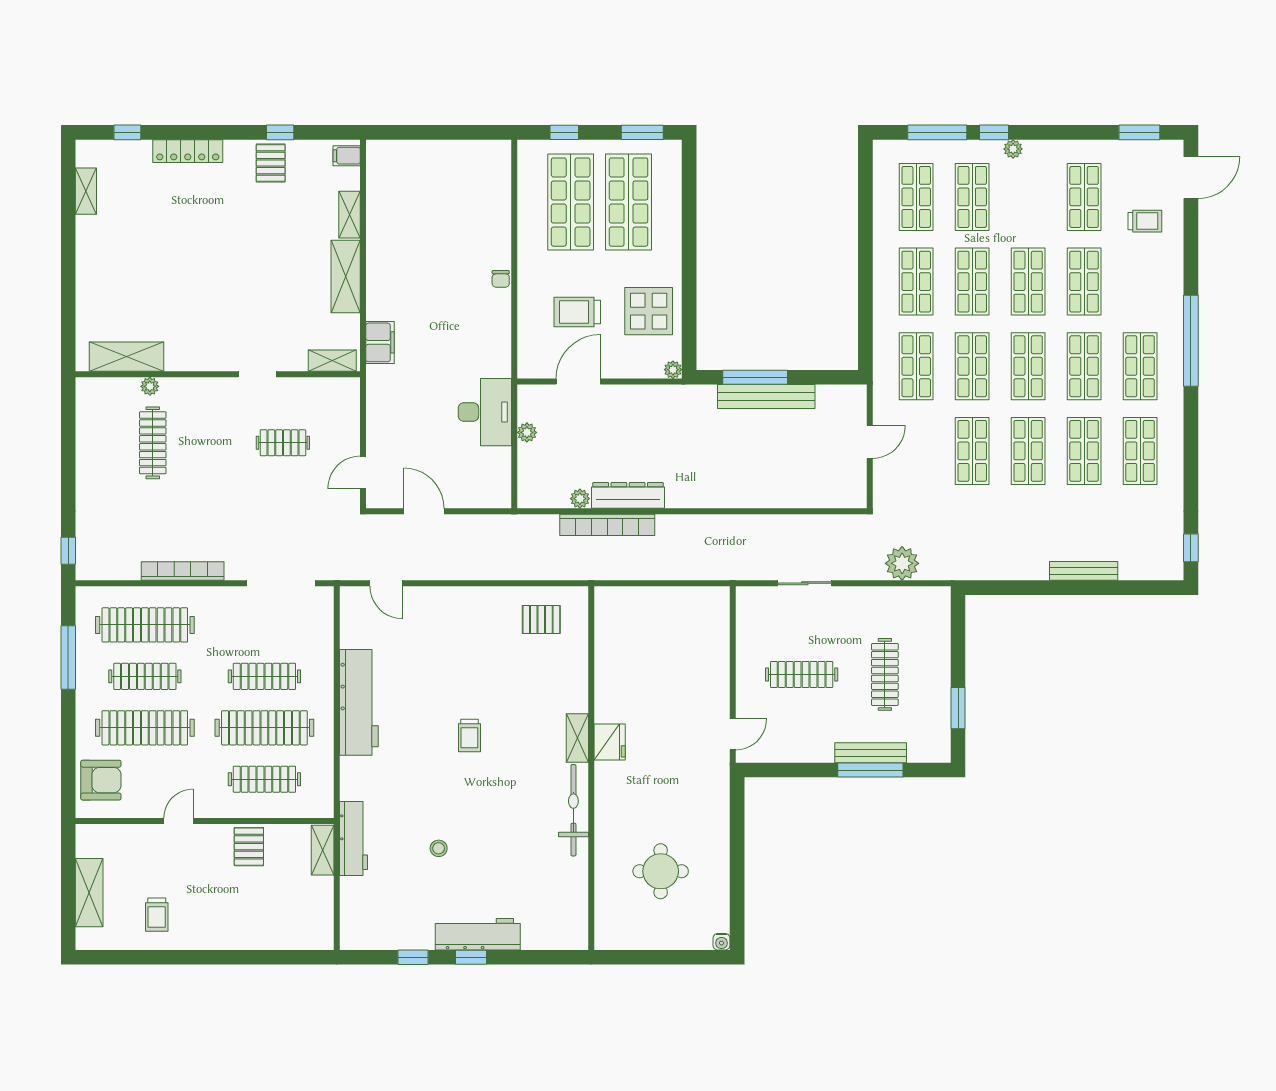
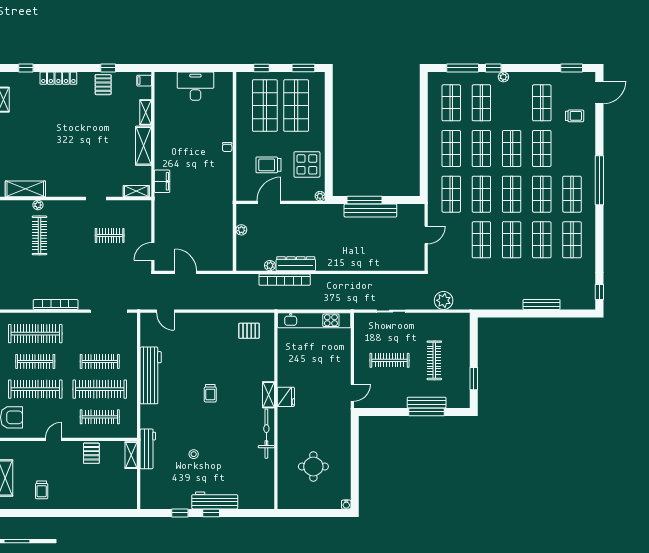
desk: (485, 412) -> (195, 86), moved, turned -90
kitchen unit: (662, 600) -> (314, 320), added

